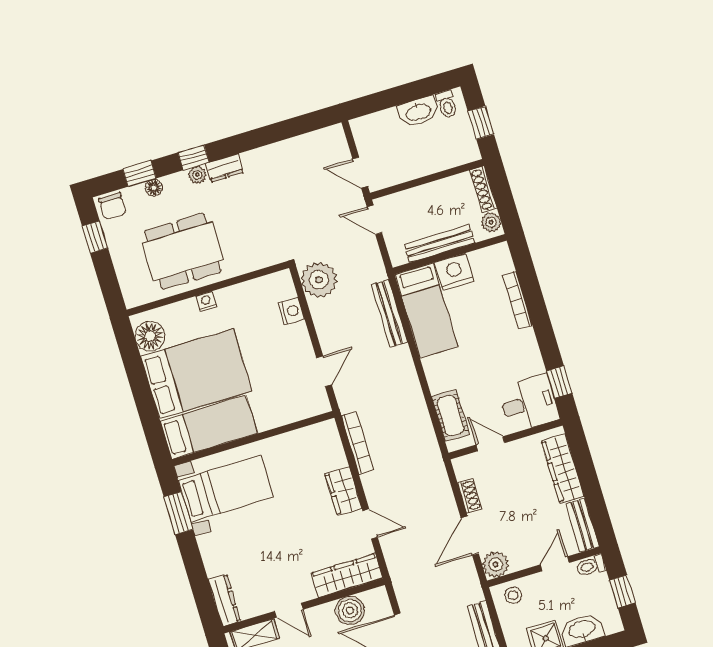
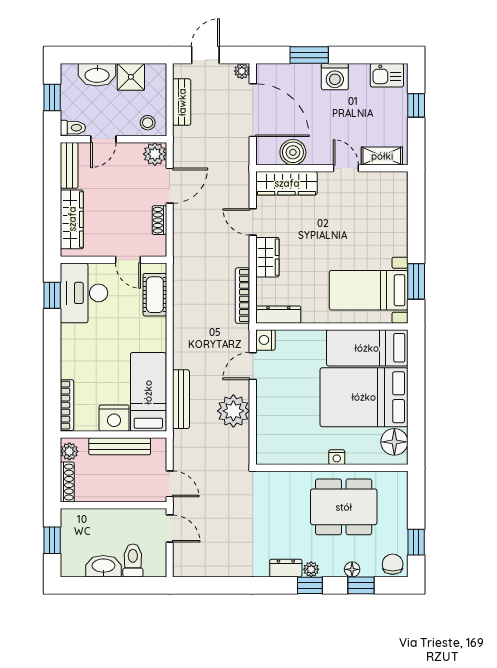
toilet: (447, 104) -> (133, 560), moved, width x1.37, depth x1.39
plant: (319, 280) -> (233, 411), moved
bookcase: (517, 300) -> (67, 405), moved
nightstand: (291, 311) -> (265, 340), moved
desk: (529, 403) -> (84, 293), width x1.37
dresser: (224, 600) -> (278, 315), moved, turned 90

